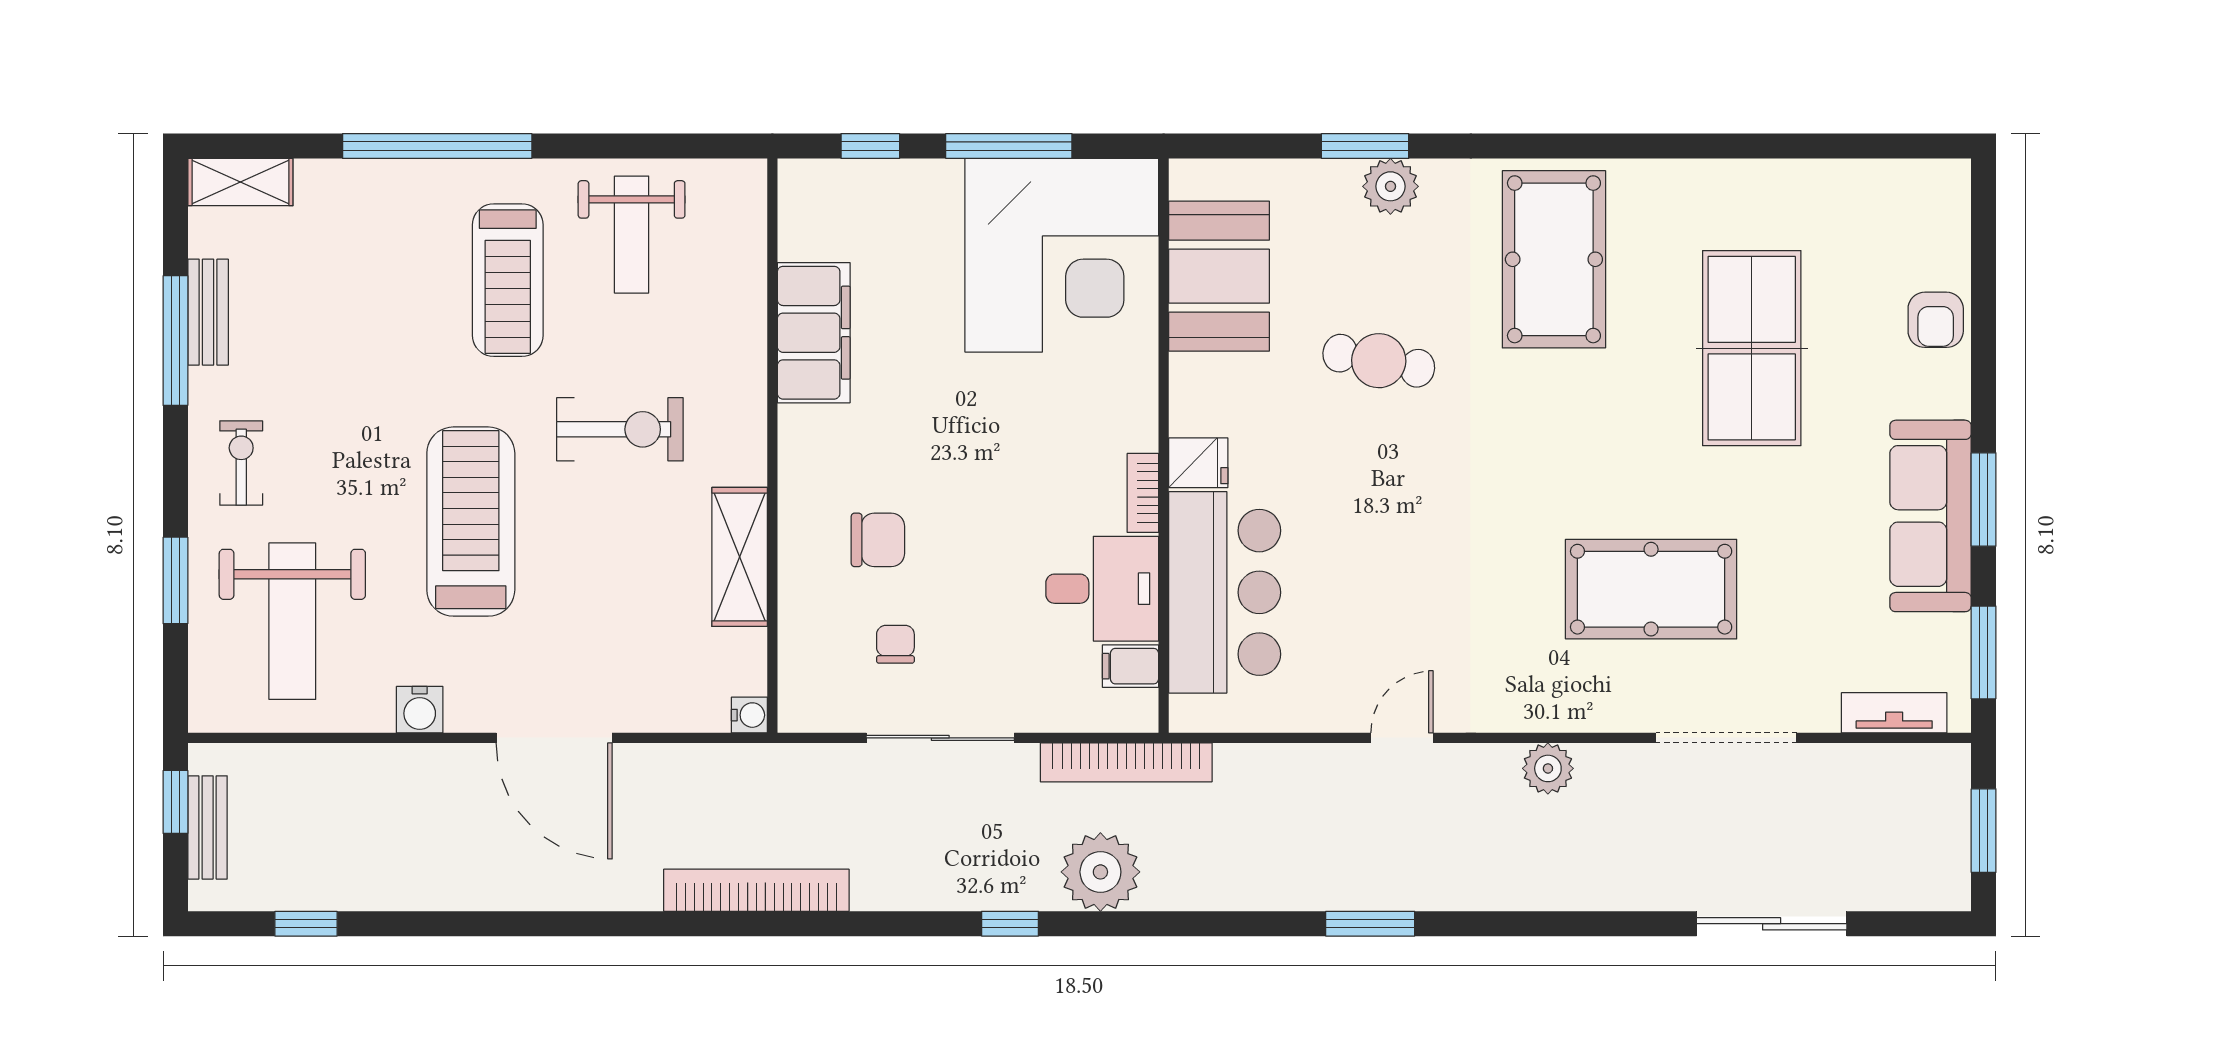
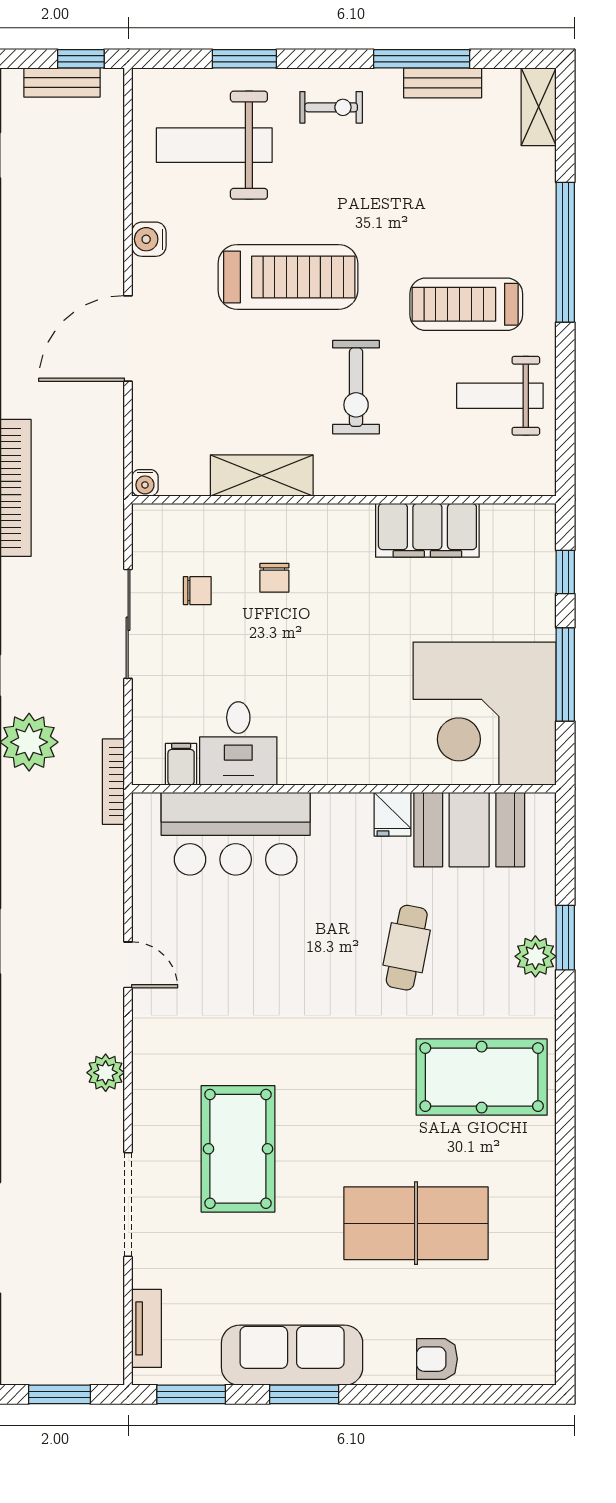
fridge: (1198, 463) -> (392, 814), moved
bookcase: (1143, 493) -> (309, 773), removed
chair: (878, 540) -> (274, 578), width x0.73, depth x0.73
bookcase: (1126, 762) -> (113, 782), width x0.68, depth x0.76

